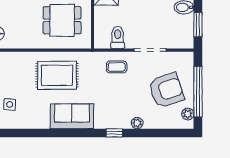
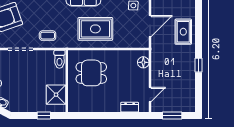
toilet: (118, 37) -> (59, 59), moved

